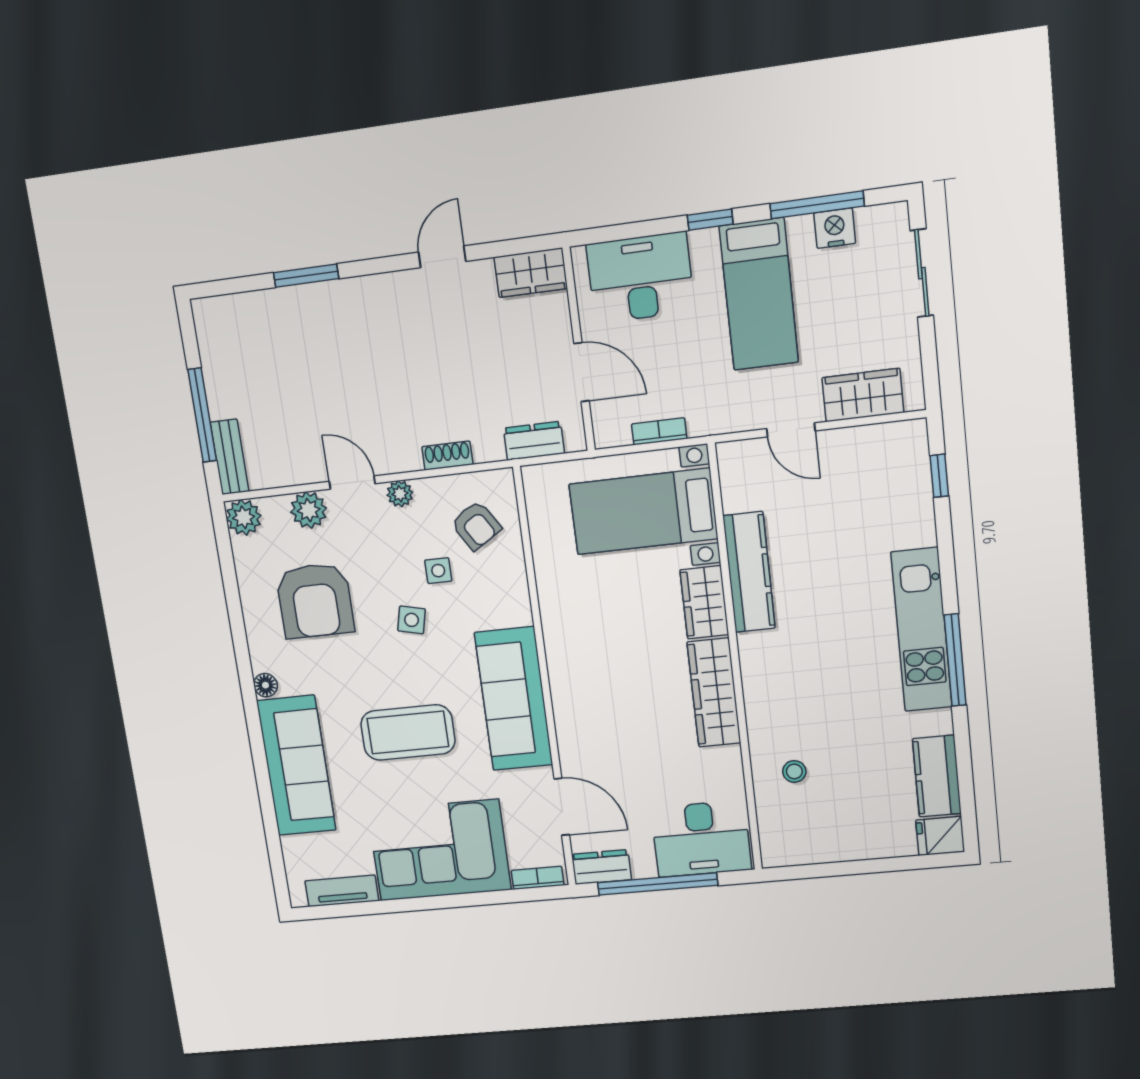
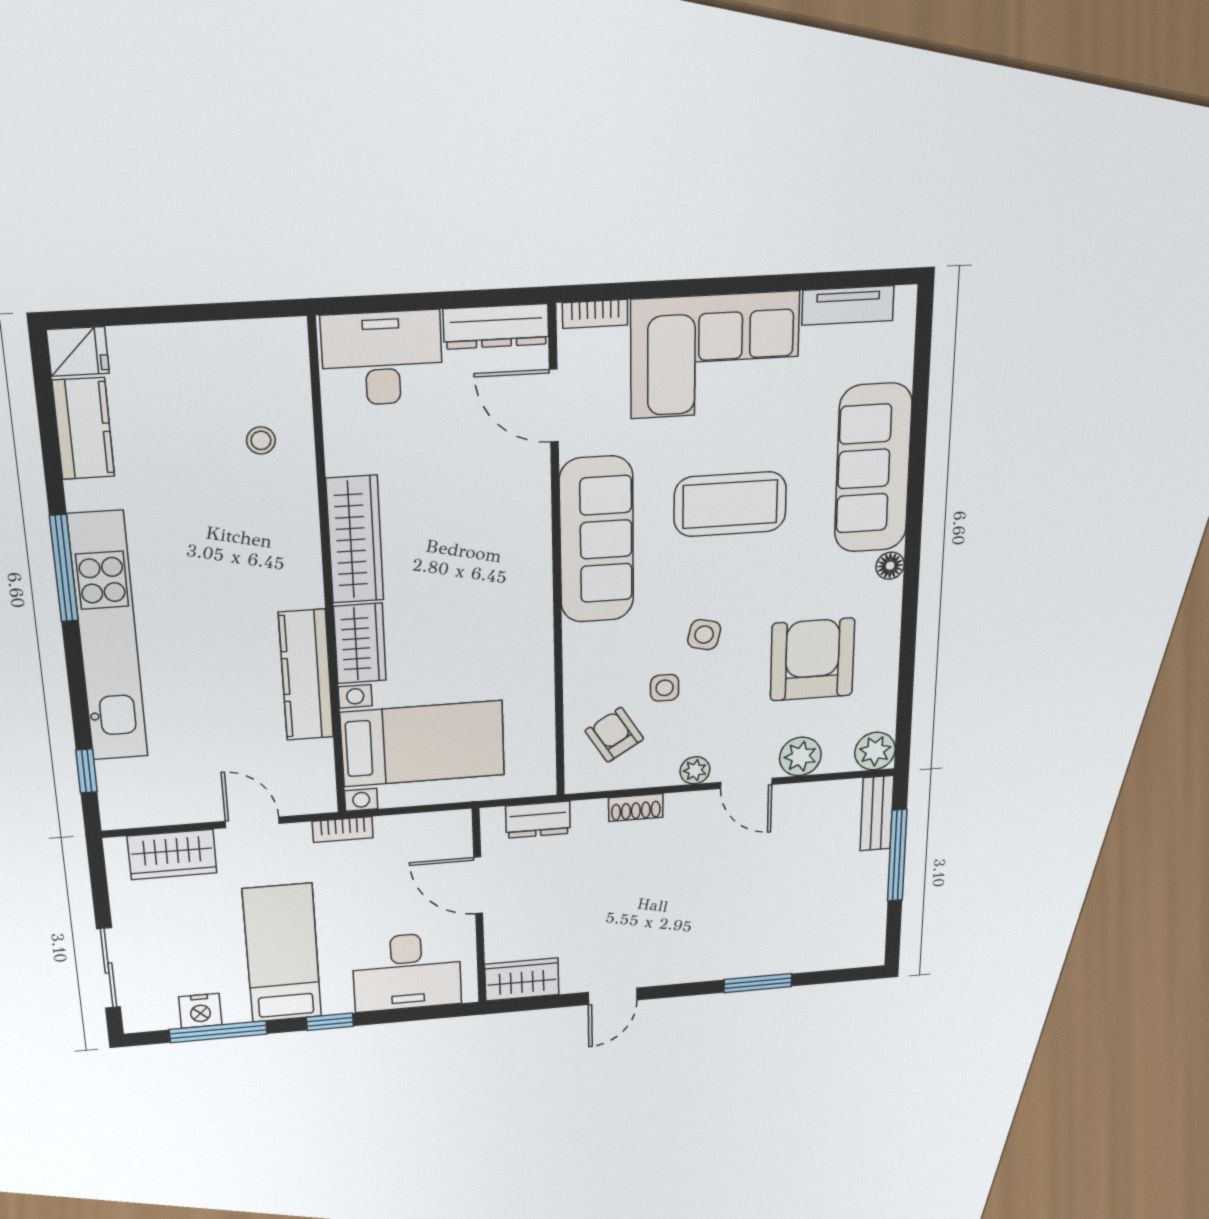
bookcase: (659, 431) -> (343, 830), moved
kitchen unit: (922, 630) -> (108, 637), width x1.36
dresser: (601, 867) -> (496, 326), width x1.44
window: (657, 884) -> (442, 300), removed

